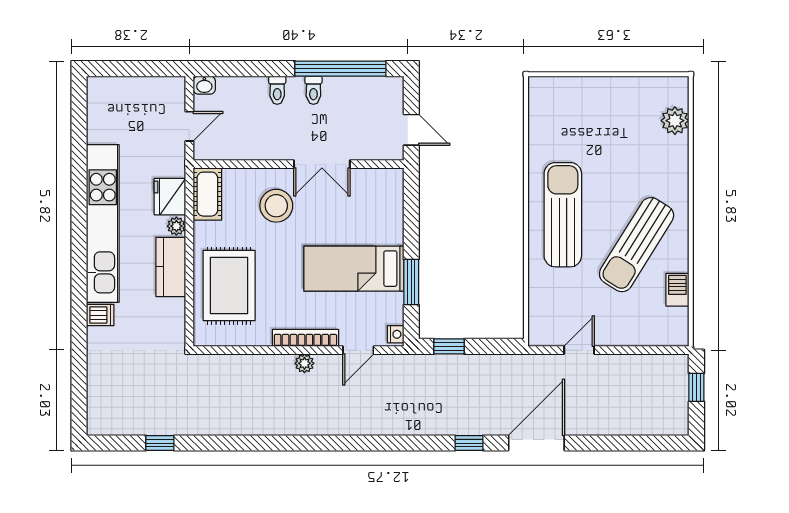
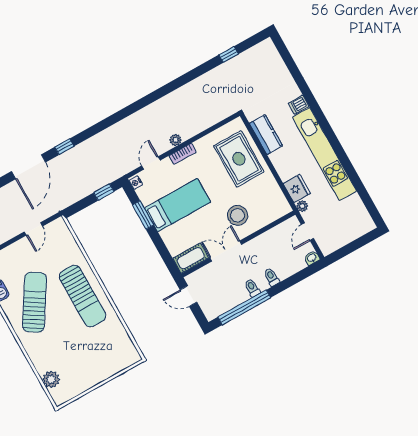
cot: (207, 194) -> (191, 258), moved, turned 90
plant: (176, 226) -> (302, 206), moved
kitchen counter: (171, 267) -> (266, 135), moved
bookcase: (305, 338) -> (183, 154), width x0.64

